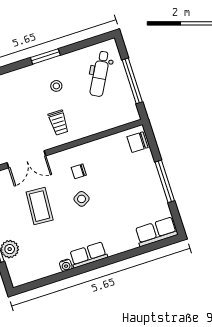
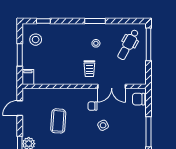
window: (132, 81) -> (148, 44), moved
double door: (26, 159) -> (112, 86), moved
side table: (82, 199) -> (103, 125), moved

